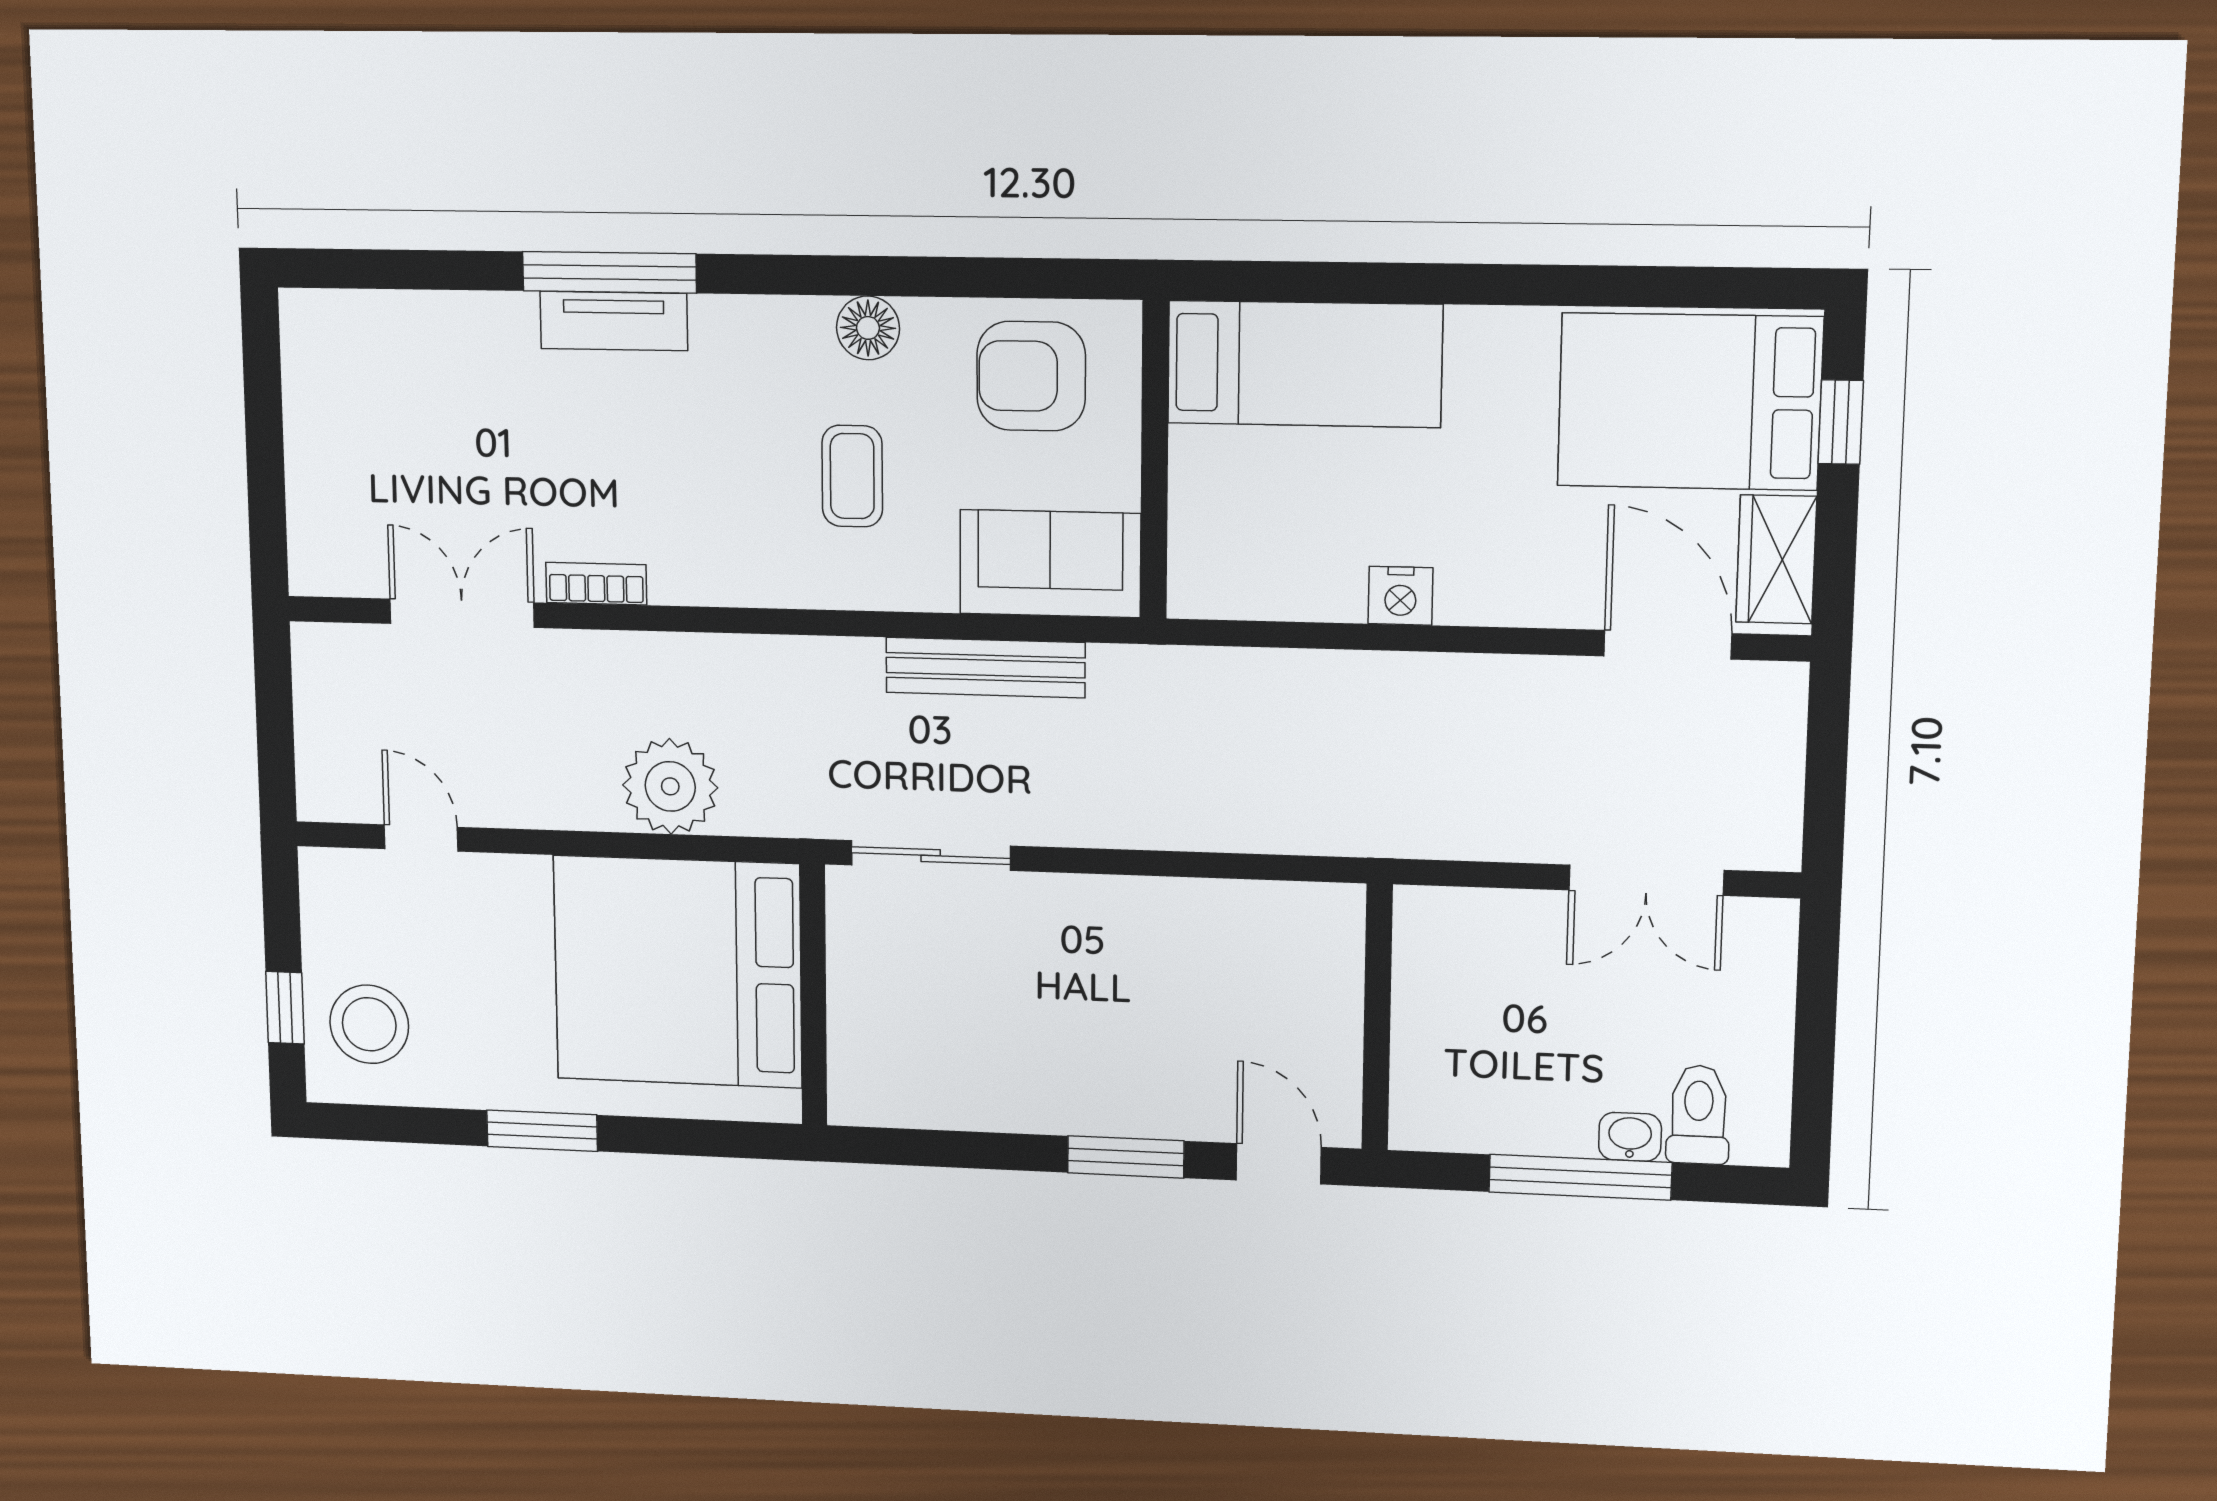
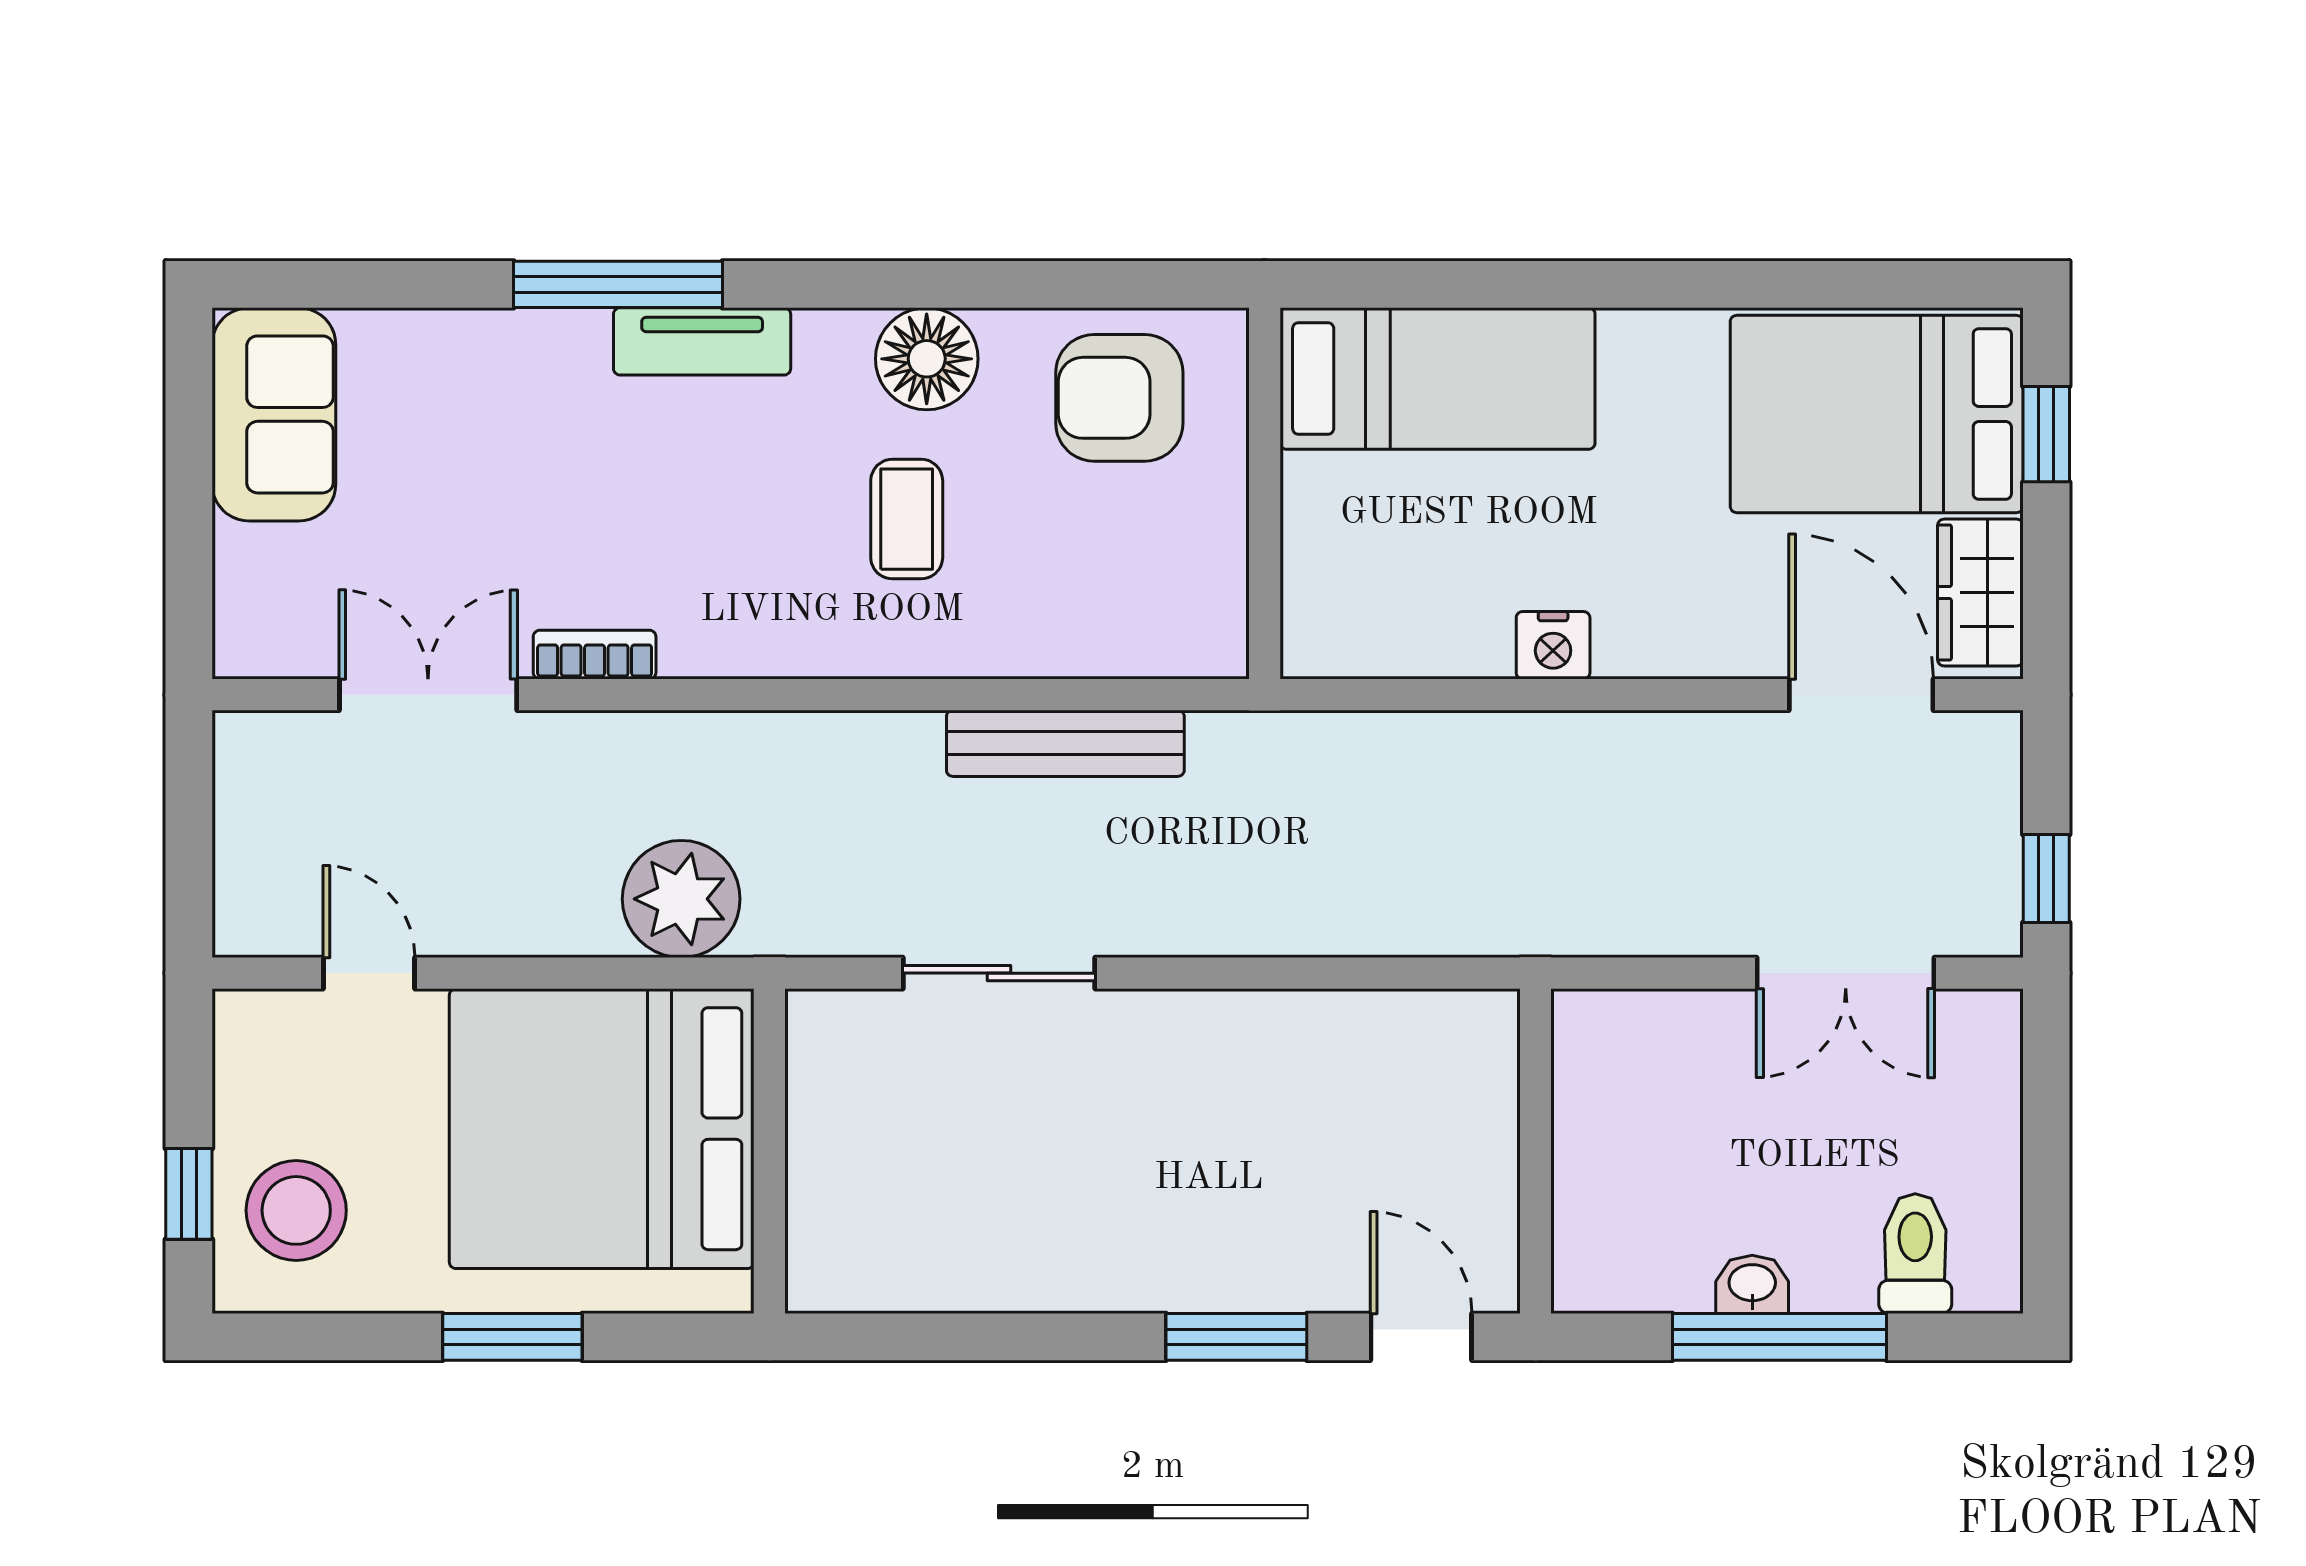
tv unit: (614, 321) -> (702, 341), moved
floor lamp: (868, 328) -> (927, 359), width x1.38, depth x1.38
sofa: (1050, 564) -> (274, 414), moved, turned 90
window: (1825, 806) -> (2046, 878), added
bed: (678, 972) -> (602, 1129), moved
wall: (813, 995) -> (769, 1151), moved
washbasin: (1630, 1137) -> (1752, 1284), moved

